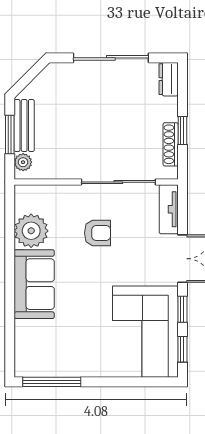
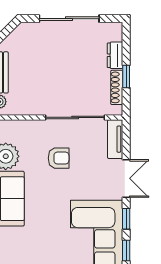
dresser: (169, 79) -> (115, 55), moved

